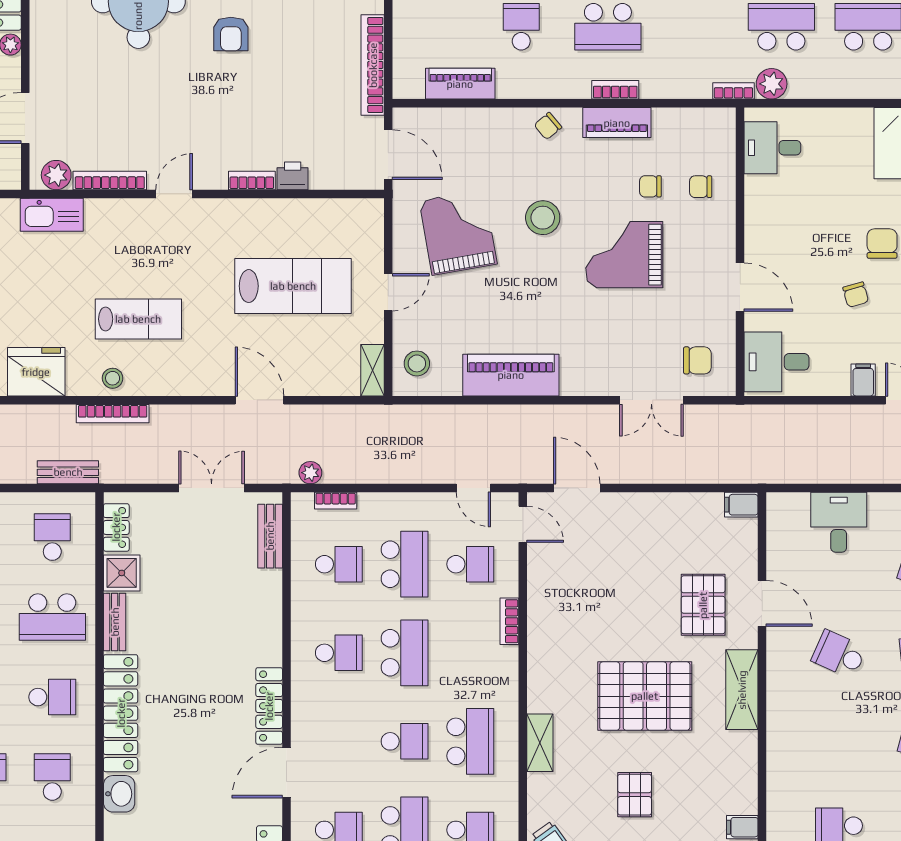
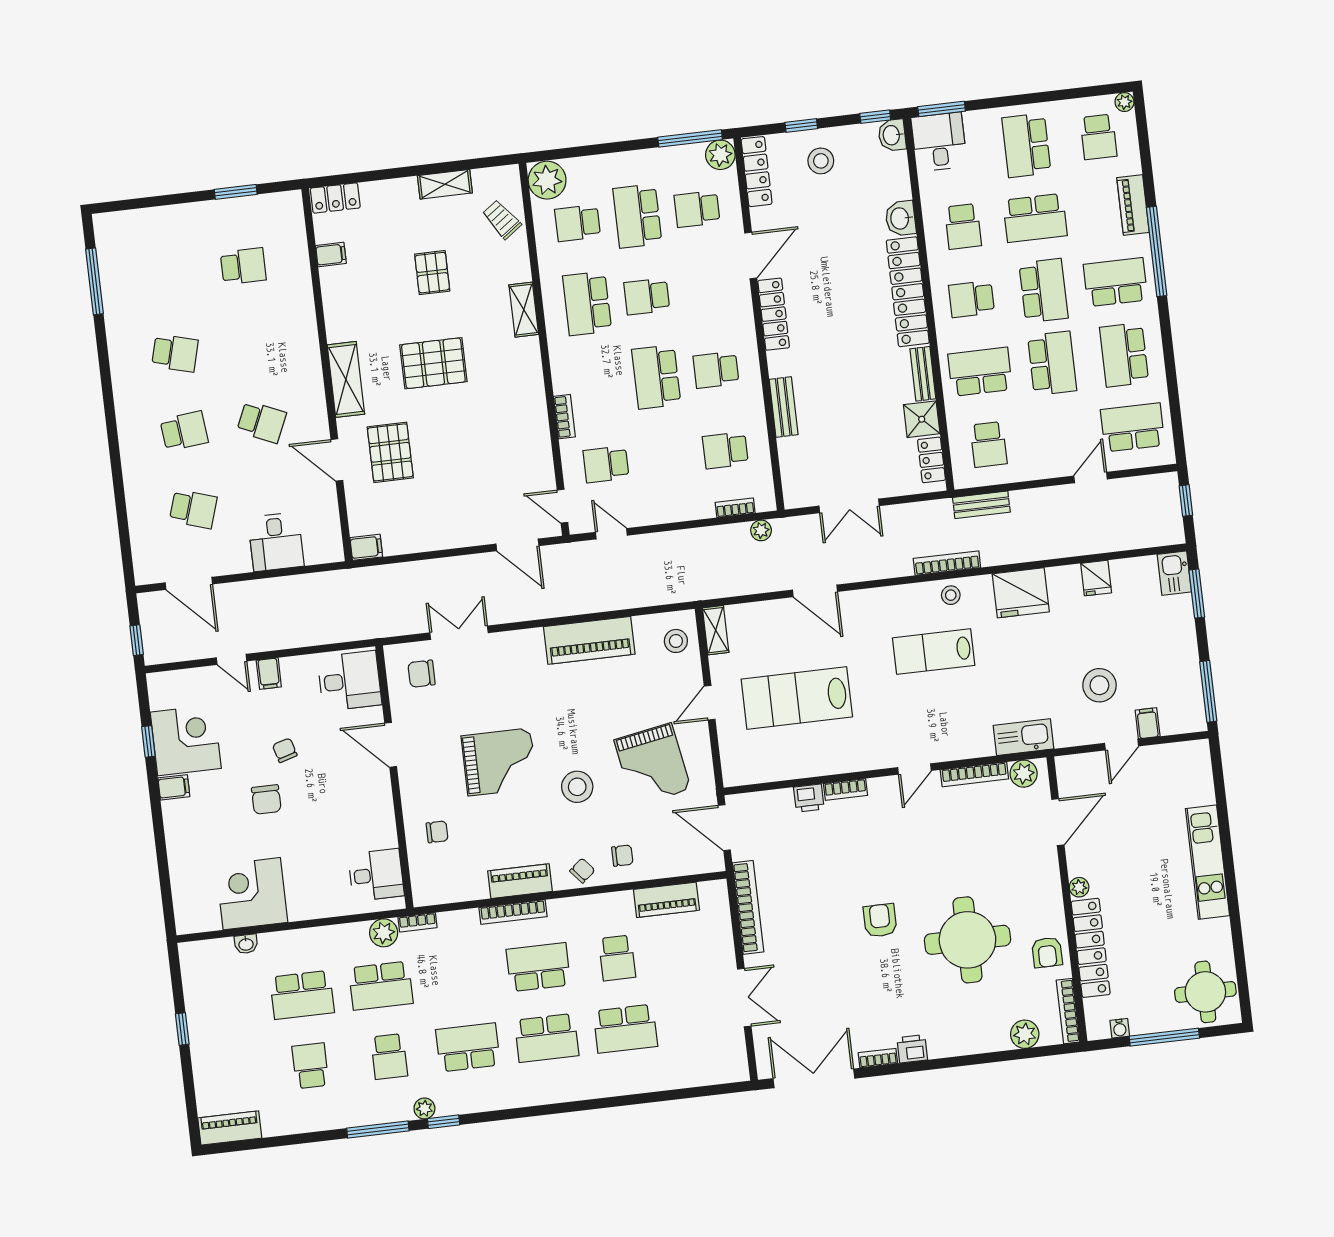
bookcase: (615, 90) -> (513, 912), width x1.56
chair: (650, 186) -> (622, 856), moved
bench: (270, 536) -> (784, 407), moved
school desk: (405, 564) -> (666, 457), removed
pallet: (645, 696) -> (433, 363), width x0.73, depth x0.71

